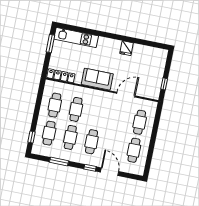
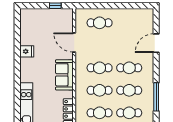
cafe table: (134, 150) -> (100, 68), moved
window: (59, 162) -> (156, 97), width x1.44
window: (90, 168) -> (156, 64), removed

